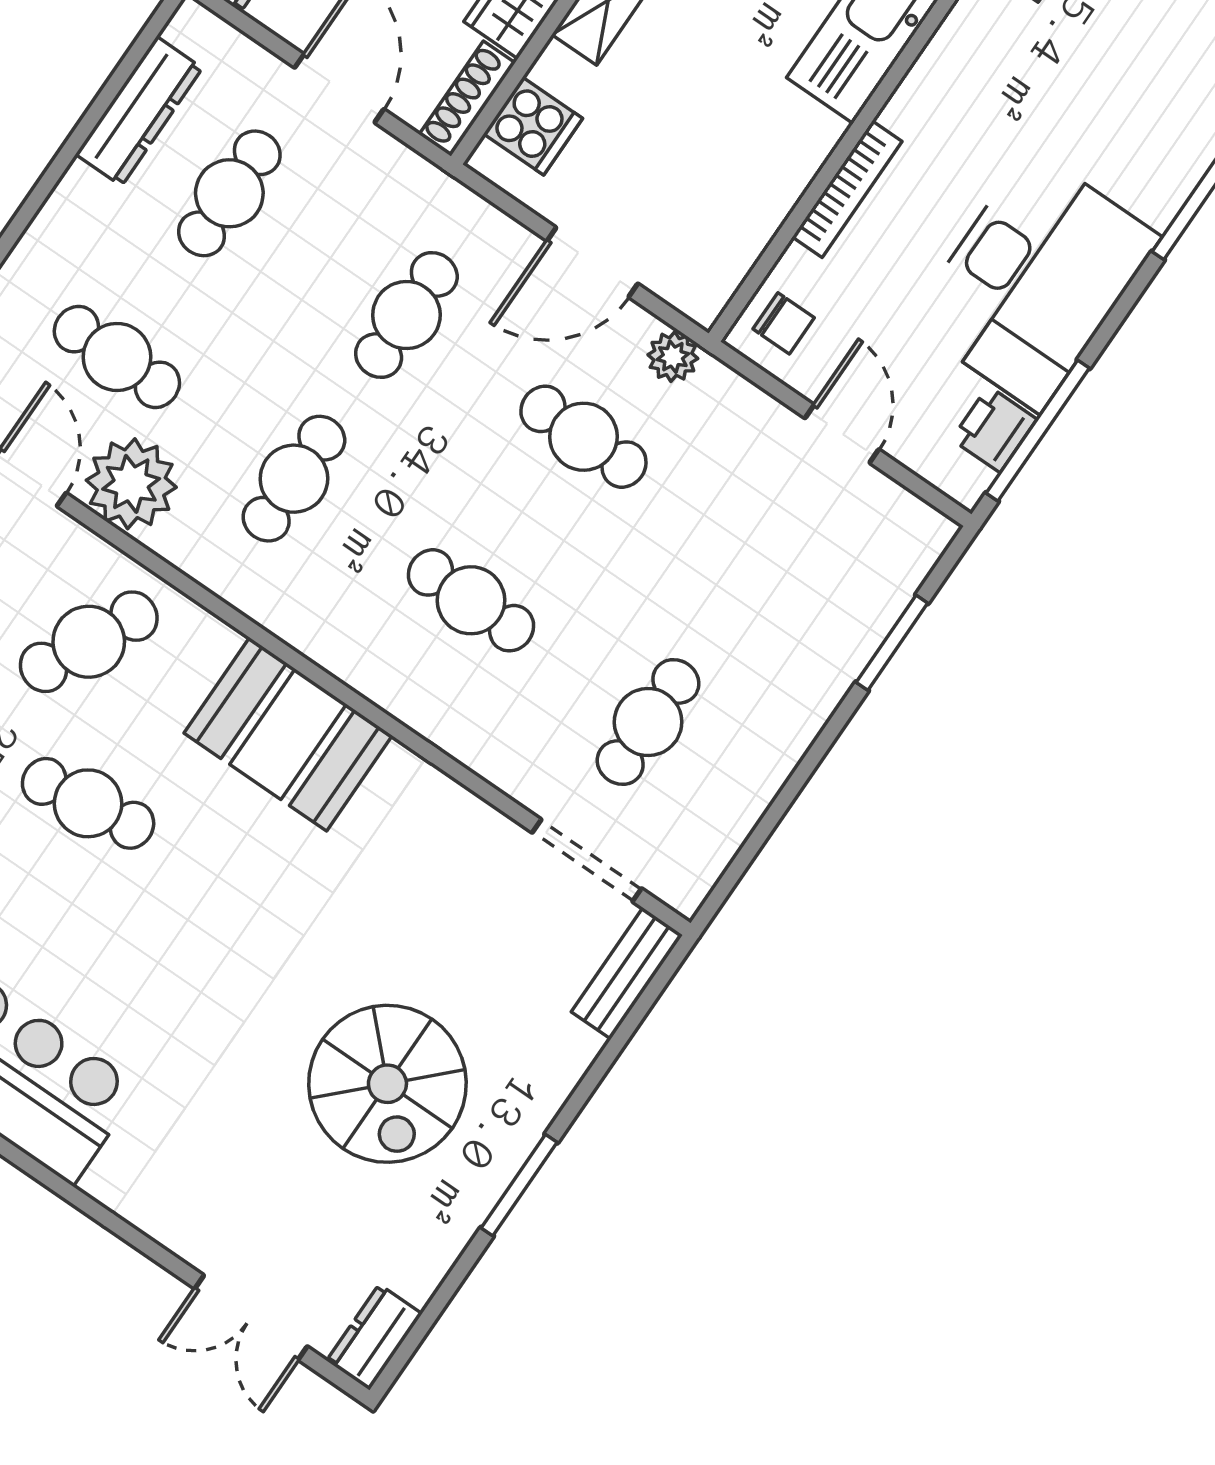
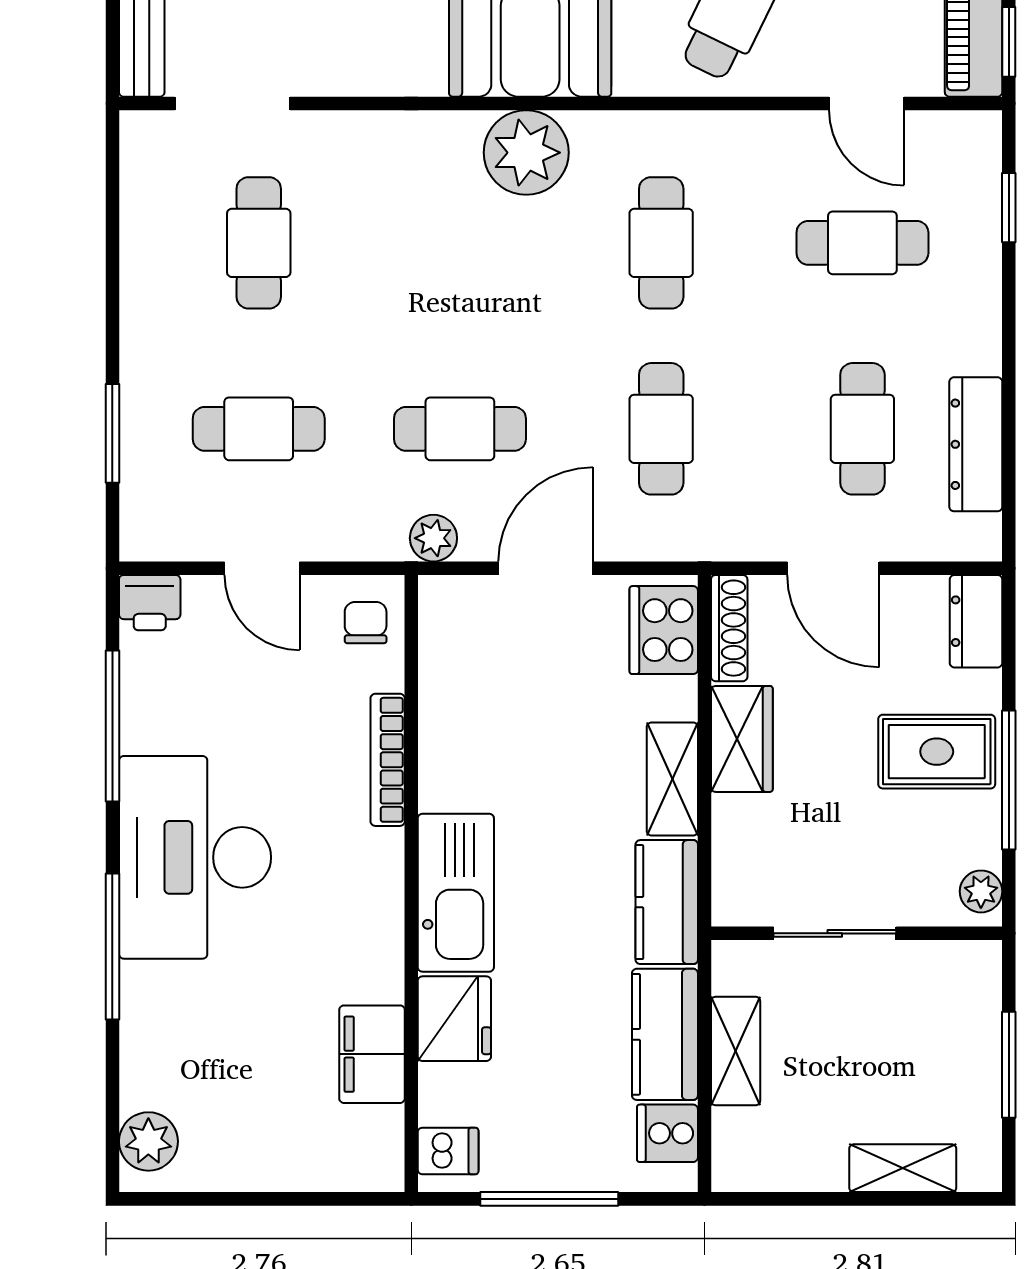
cooker: (533, 126) -> (664, 630), width x1.36
desk: (1034, 280) -> (195, 857), moved
chair: (784, 323) -> (366, 623), turned 90
printer: (994, 429) -> (150, 603), moved, turned 90
window: (1038, 431) -> (112, 726), moved
plant: (131, 484) -> (526, 153), moved
cafe table: (471, 600) -> (259, 429), moved

